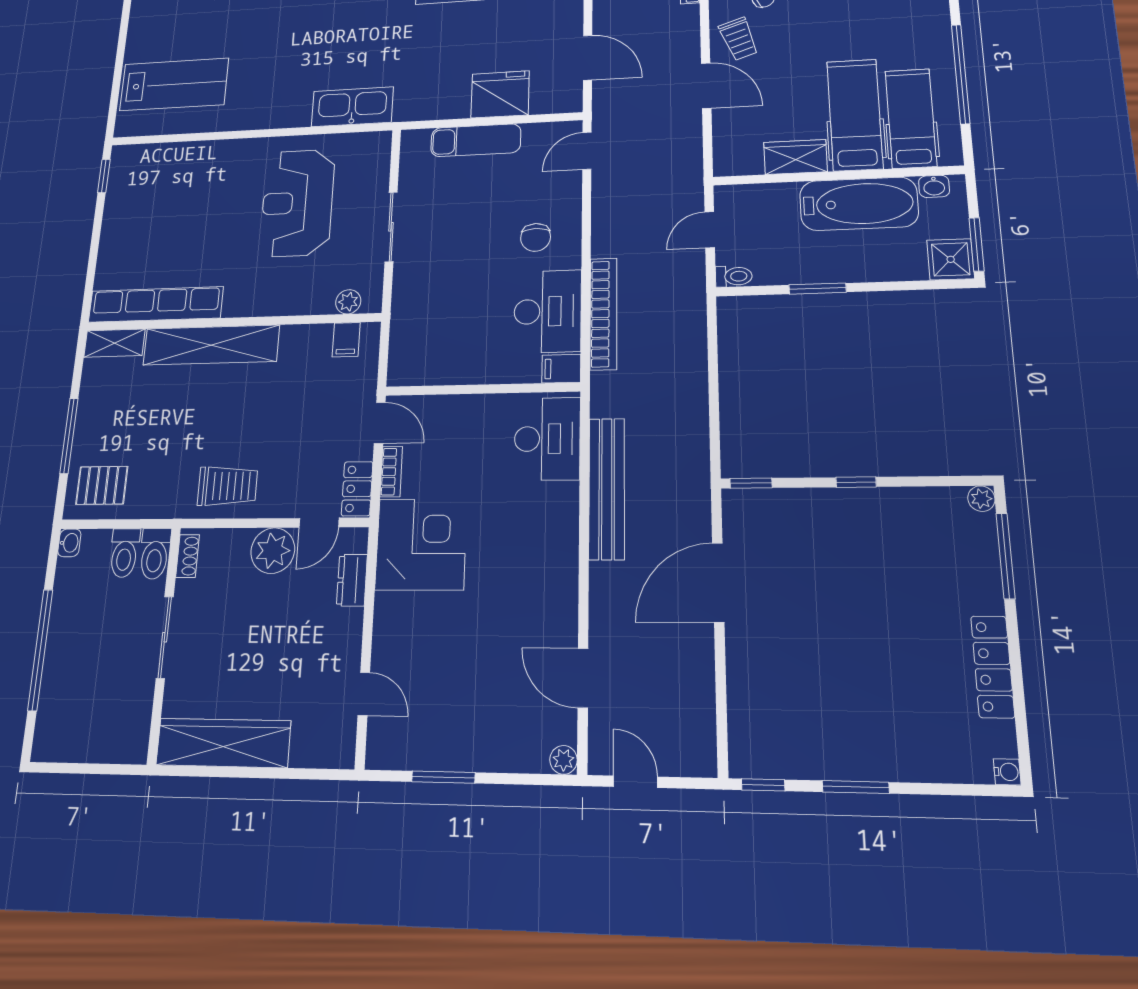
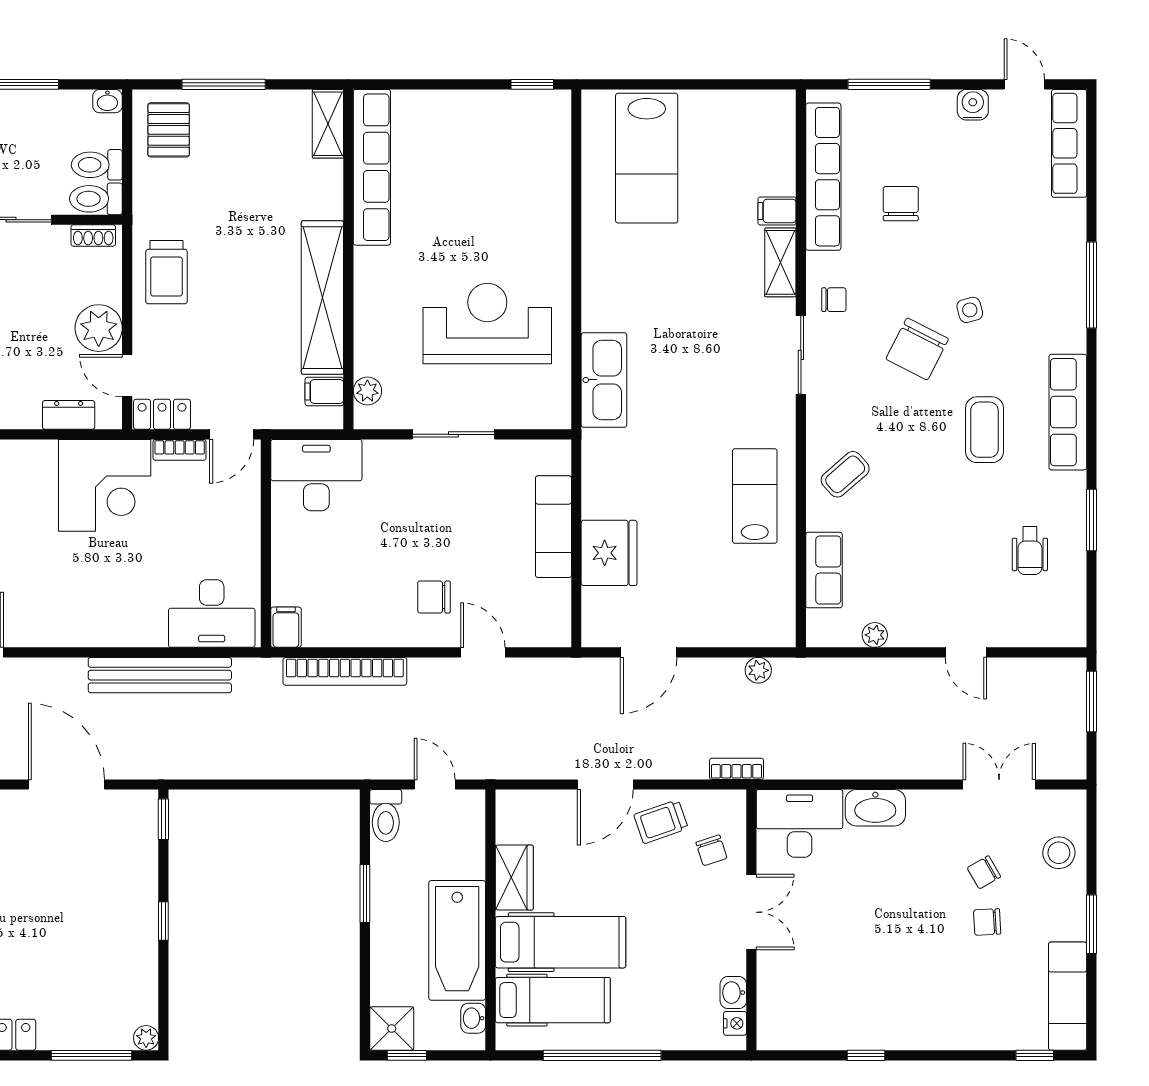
door: (587, 151) -> (483, 652), moved
window: (976, 244) -> (407, 1055), width x0.67
toilet: (734, 276) -> (386, 816), width x1.37, depth x1.39
desk: (548, 311) -> (316, 475), moved, turned 180
shelving: (211, 345) -> (322, 298), moved

